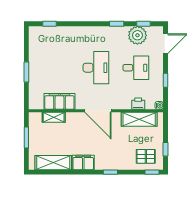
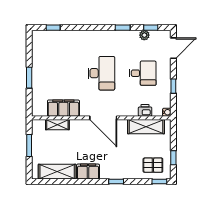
plant: (137, 35) -> (144, 35), width x0.53, depth x0.53

